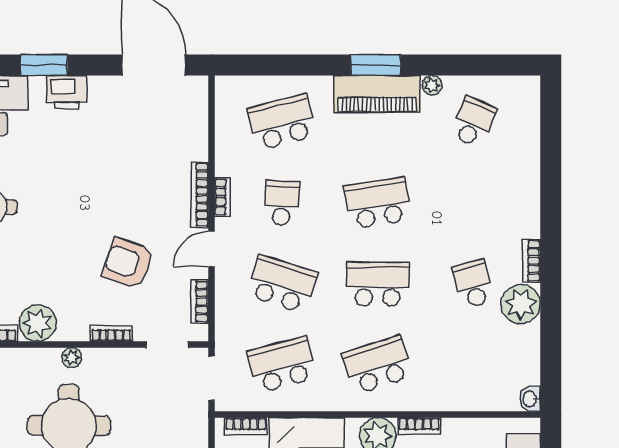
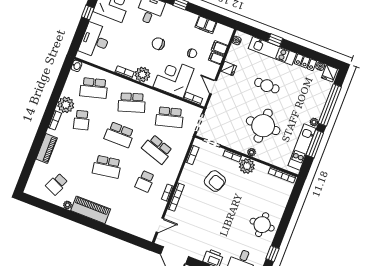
window: (376, 65) -> (87, 222), removed
school desk: (282, 122) -> (94, 88), moved
piano: (526, 192) -> (47, 149), added
door: (212, 249) -> (160, 225), moved
plant: (38, 323) -> (247, 166), moved

